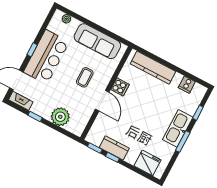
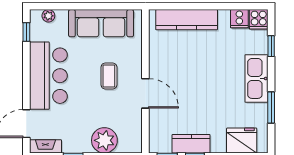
window: (32, 50) -> (26, 32), moved
cooker: (120, 87) -> (259, 19), moved, turned 90
window: (183, 142) -> (271, 108), moved

